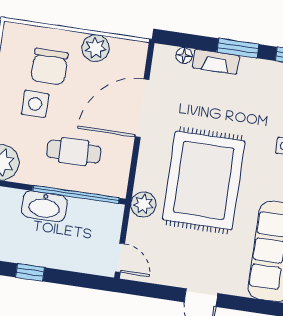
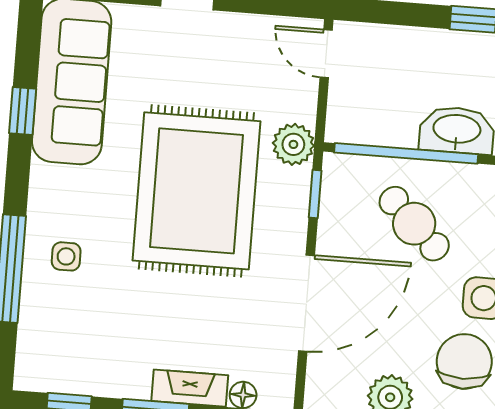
cafe table: (74, 152) -> (414, 224), turned 45
window: (132, 174) -> (315, 194), added

